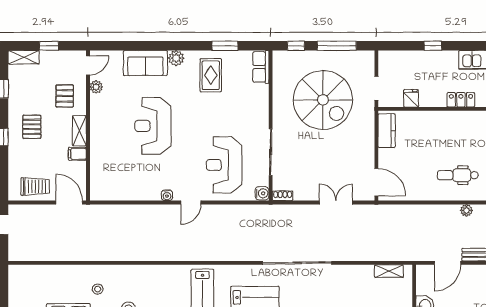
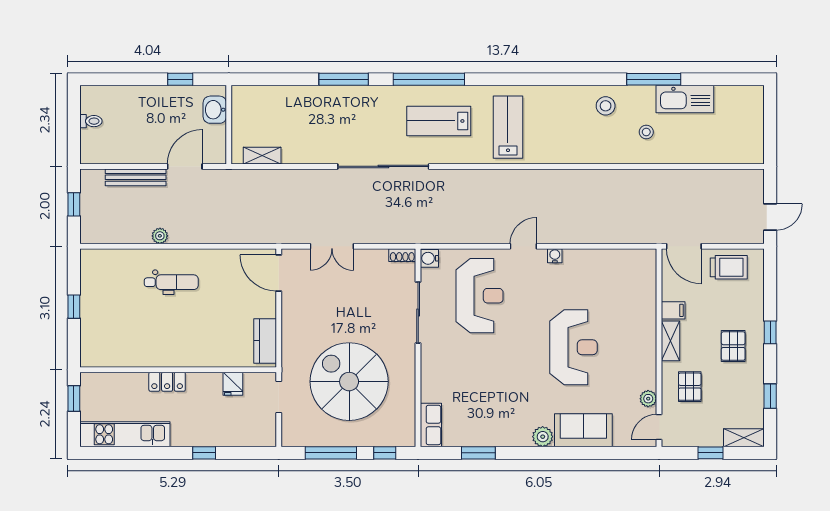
rug: (211, 75) -> (497, 414), removed
trolley: (35, 186) -> (729, 267), turned 180

